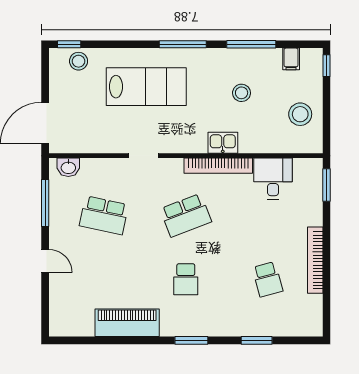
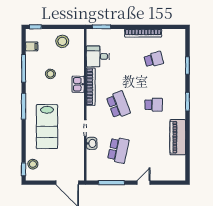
lab bench: (146, 87) -> (47, 127), turned 180
washbasin: (68, 167) -> (92, 143), moved

